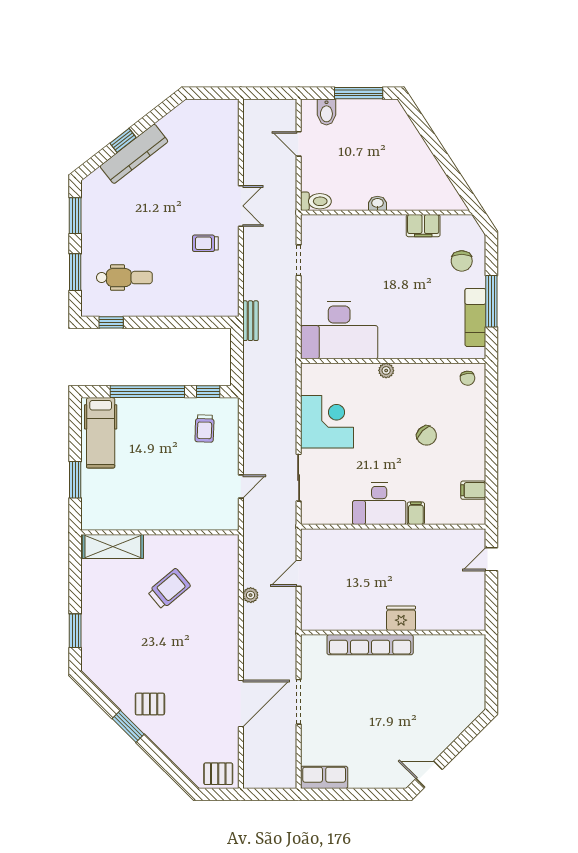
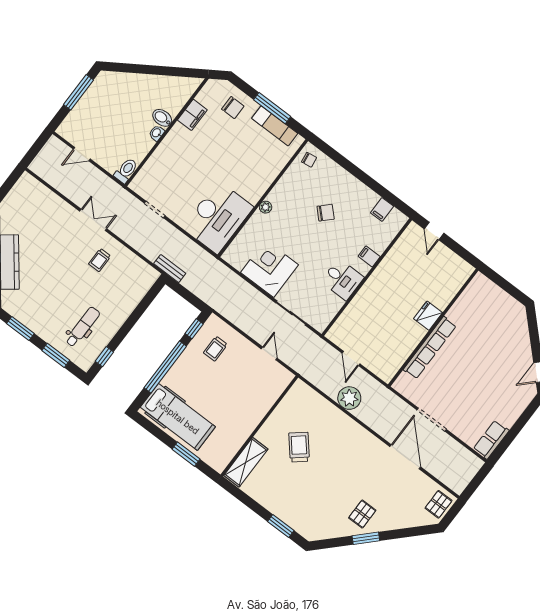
bidet: (326, 112) -> (162, 118), moved, turned 180
trolley: (205, 428) -> (215, 349), turned 88
hospital bed: (101, 433) -> (178, 417), width x1.37, depth x1.29
desk: (379, 504) -> (342, 279), width x0.73
plant: (251, 595) -> (349, 398), width x1.88, depth x1.88

